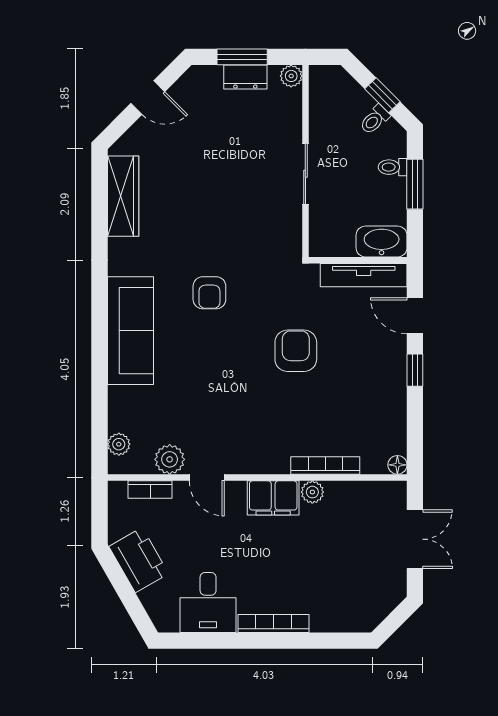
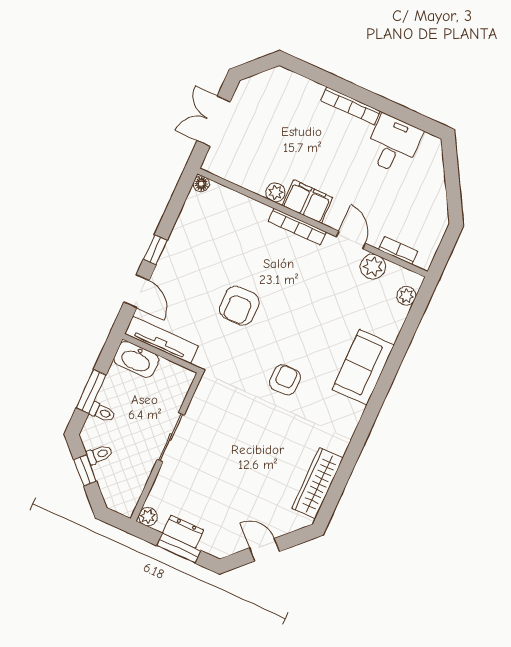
sofa: (130, 331) -> (363, 367), width x0.73
bookcase: (325, 465) -> (297, 227), moved
printer: (139, 560) -> (431, 201), removed

